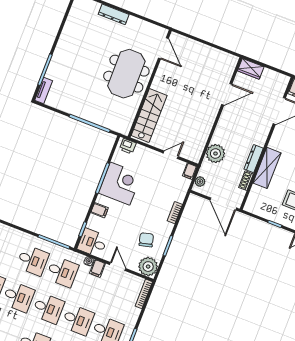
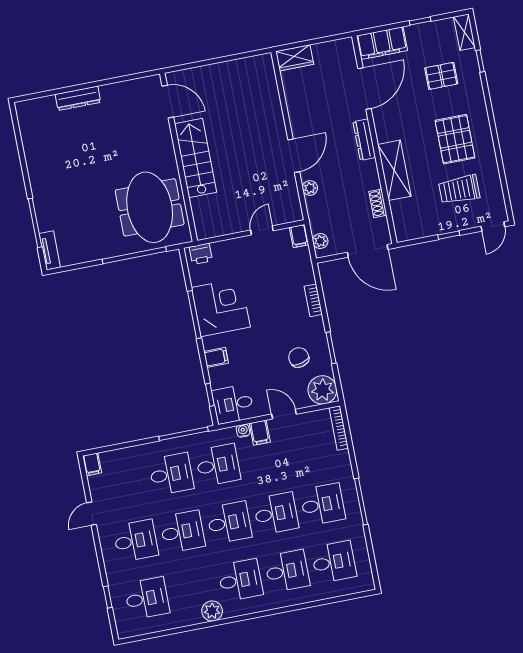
meeting table: (126, 74) -> (150, 207), moved
door: (227, 94) -> (294, 156), moved
stairs: (149, 116) -> (196, 158), moved
plant: (215, 154) -> (310, 188), width x0.53, depth x0.53
dresser: (254, 159) -> (364, 140), moved

